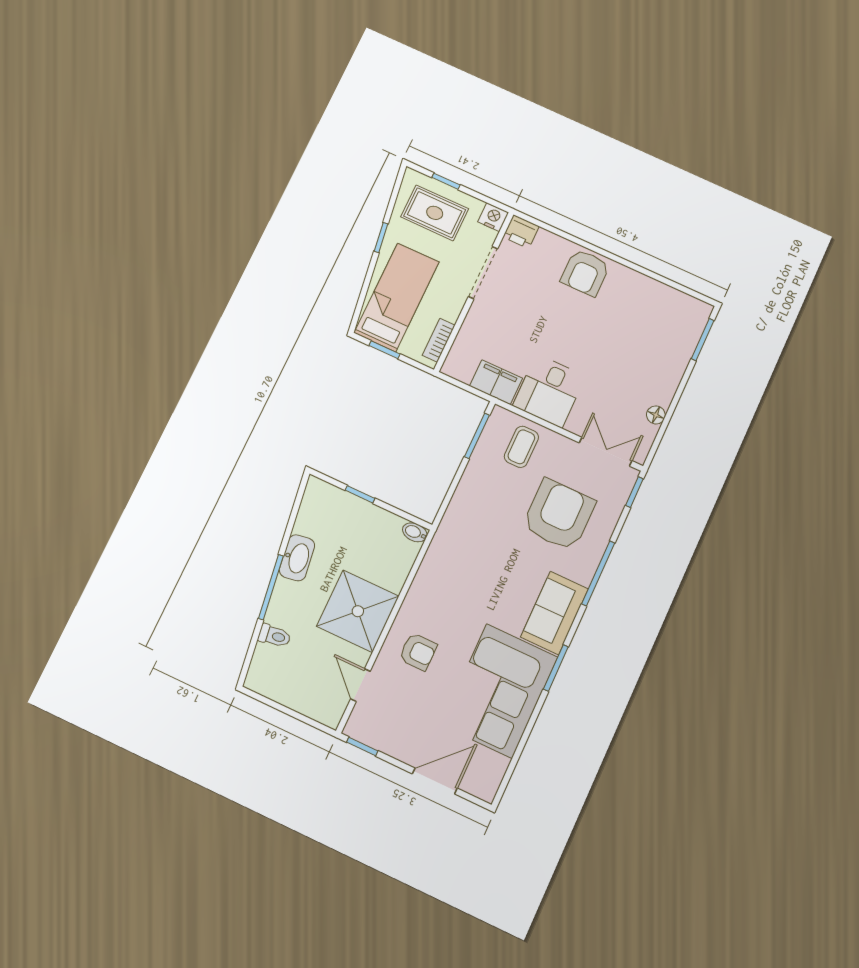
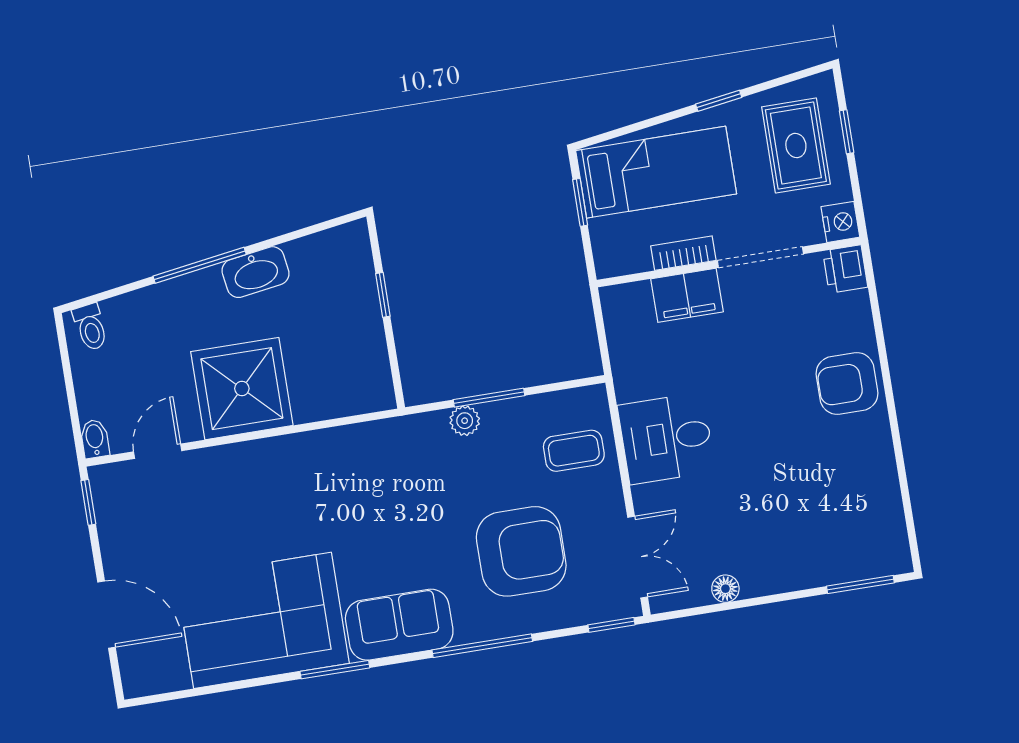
bookcase: (439, 340) -> (683, 253), moved
filing cabinet: (496, 382) -> (687, 295), moved, turned 90
window: (477, 436) -> (489, 398), moved
plant: (463, 496) -> (465, 421), added
bidet: (415, 532) -> (95, 439), moved
toilet: (274, 636) -> (90, 327), moved
armchair: (418, 652) -> (243, 493), removed

